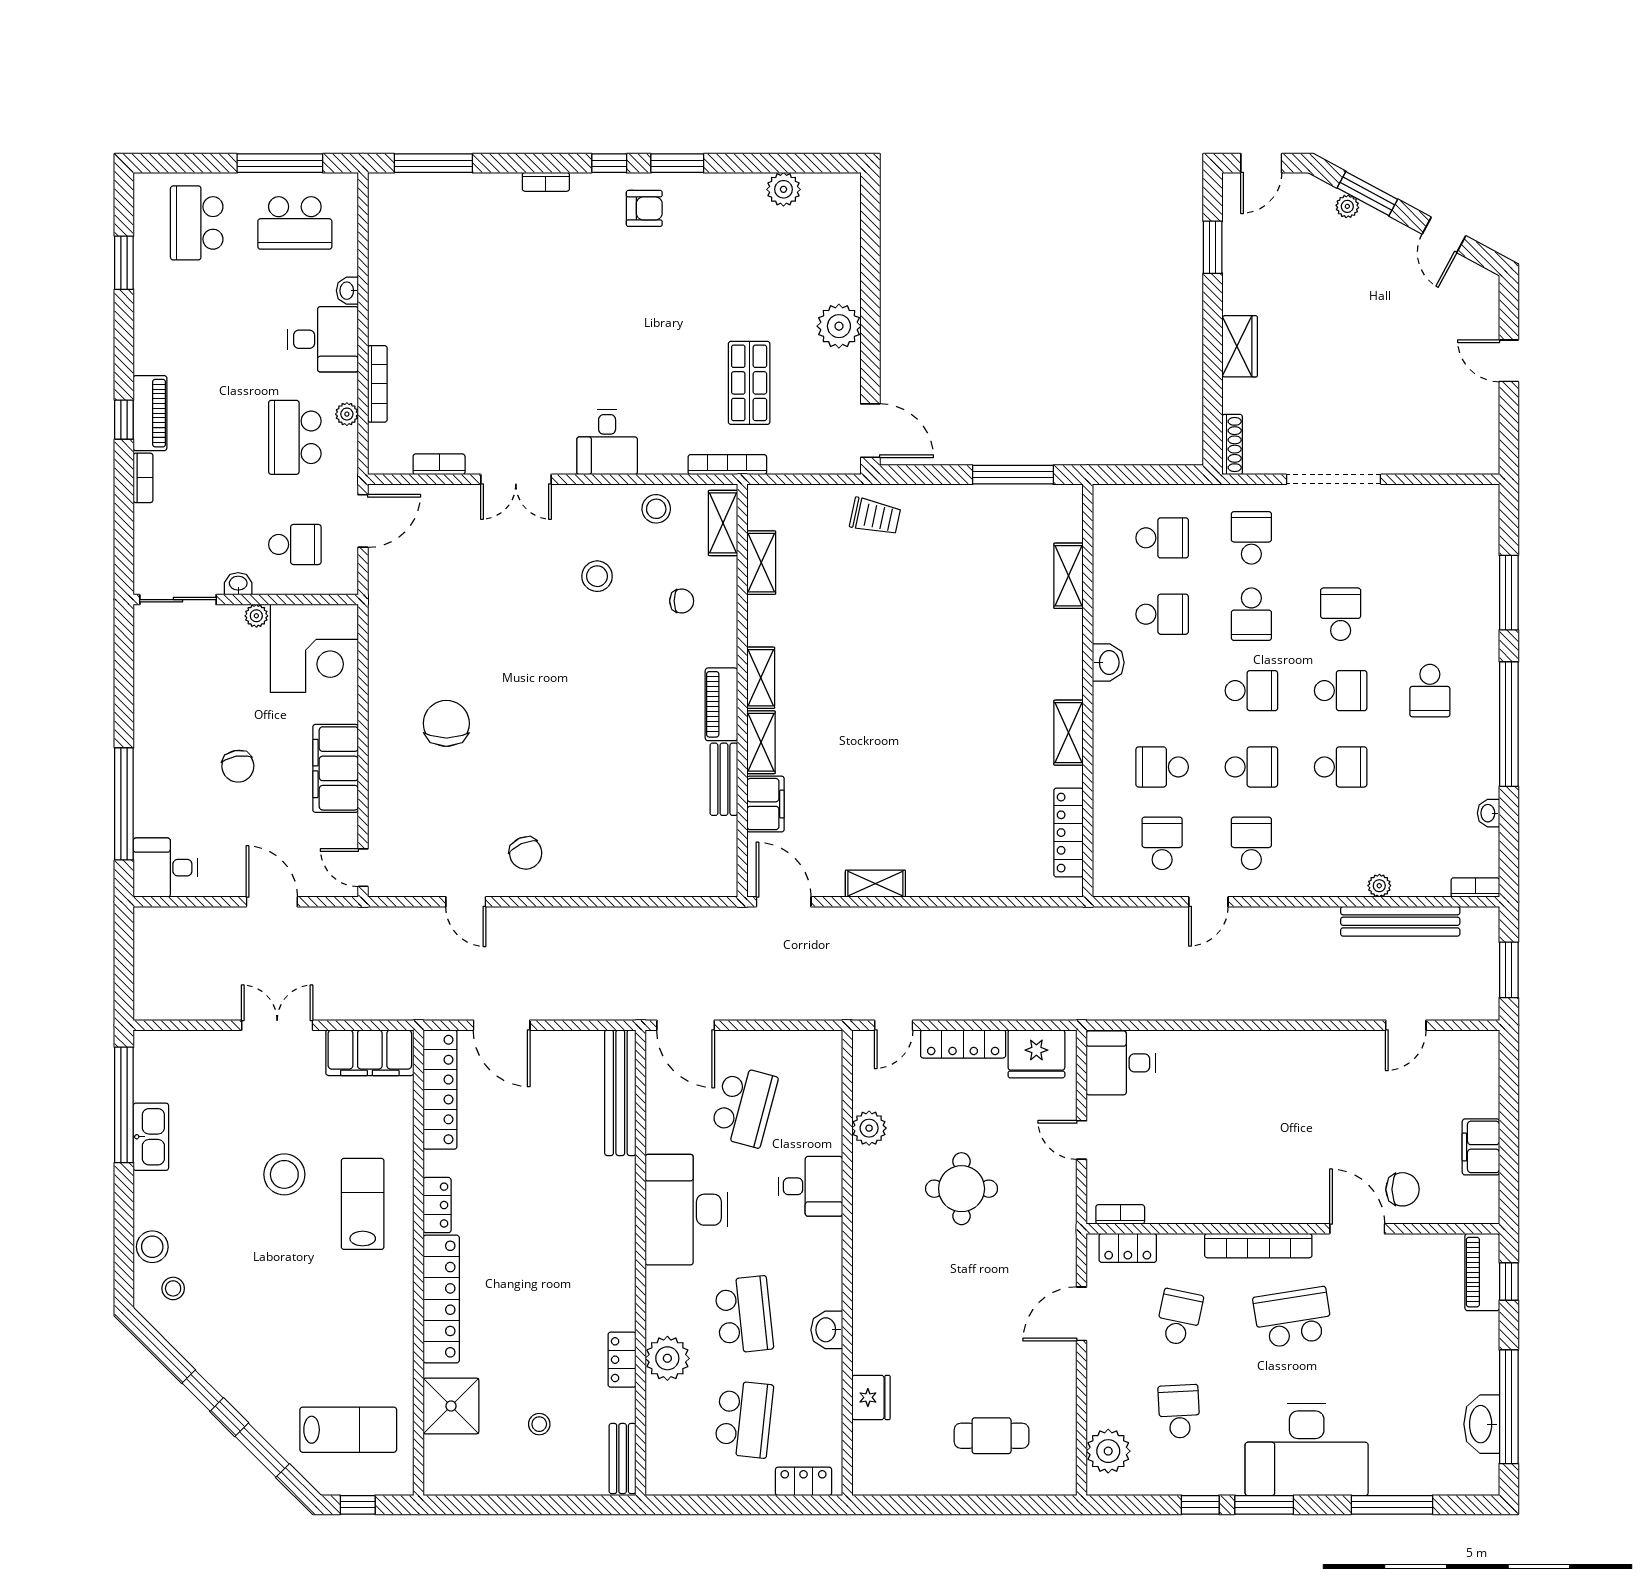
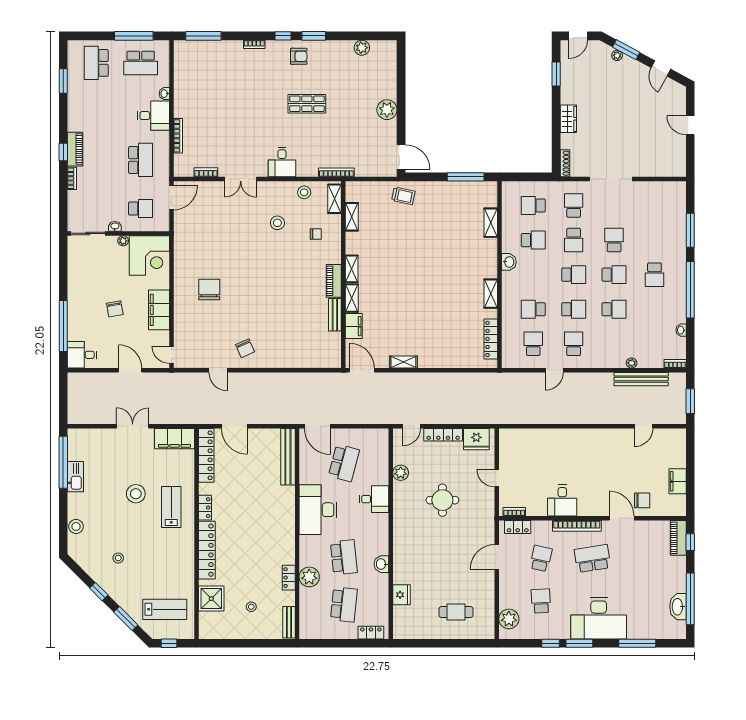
shop shelf: (749, 383) -> (307, 104), moved, turned 90
plant: (347, 414) -> (164, 149), removed
school desk: (295, 437) -> (141, 160), turned 180
school desk: (1162, 538) -> (533, 205), turned 180
desk: (1121, 1063) -> (562, 501), moved, turned -90
stool: (173, 1288) -> (118, 558), moved

